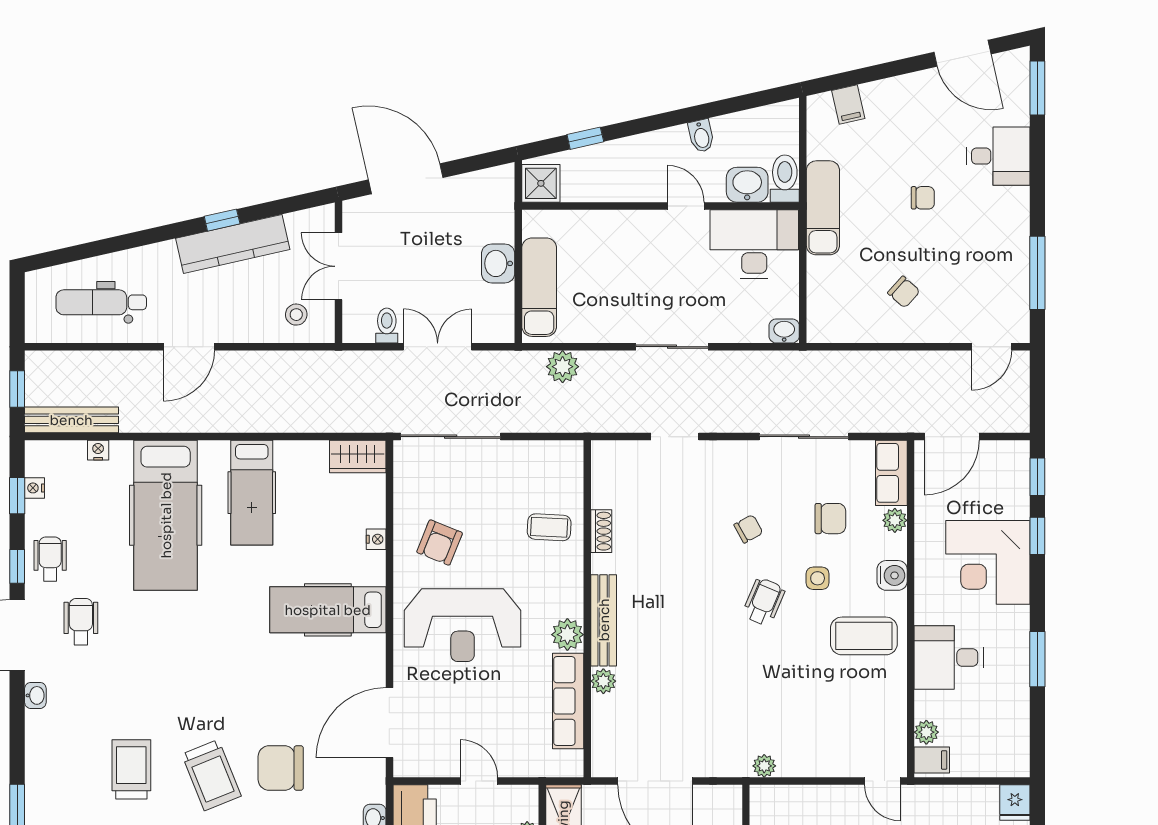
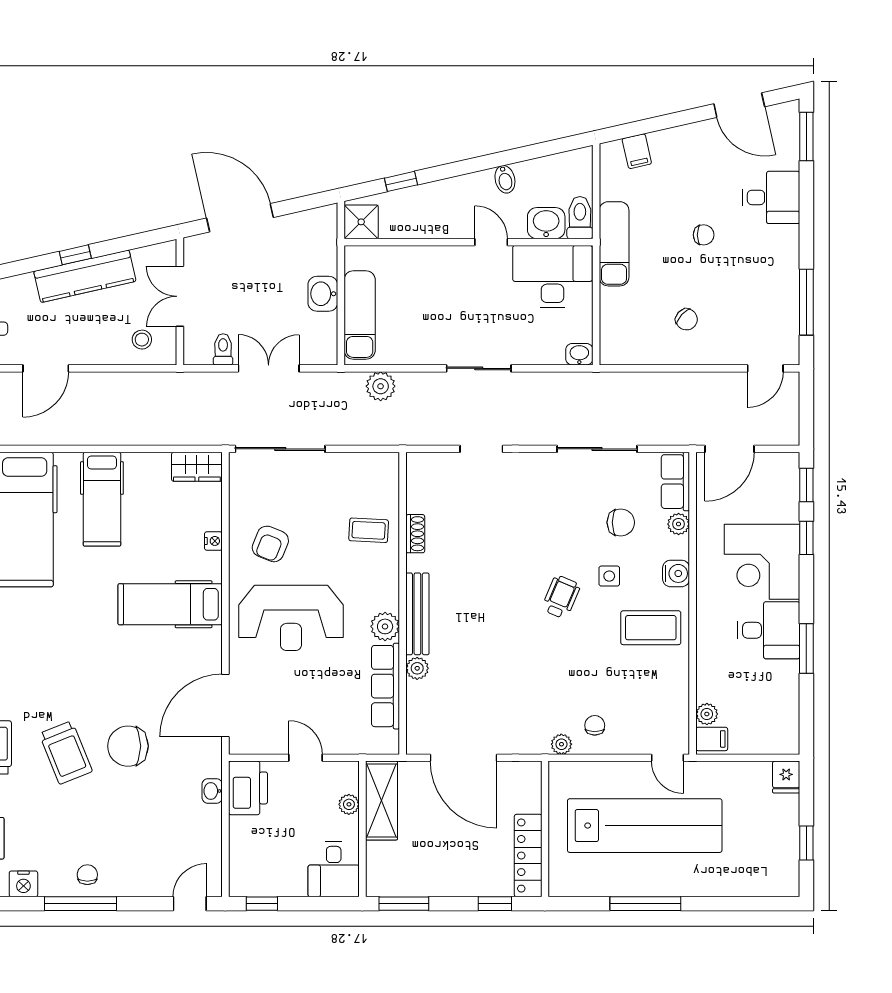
chair: (748, 529) -> (595, 725), moved, turned -61
desk: (949, 658) -> (769, 630), moved, turned 180

